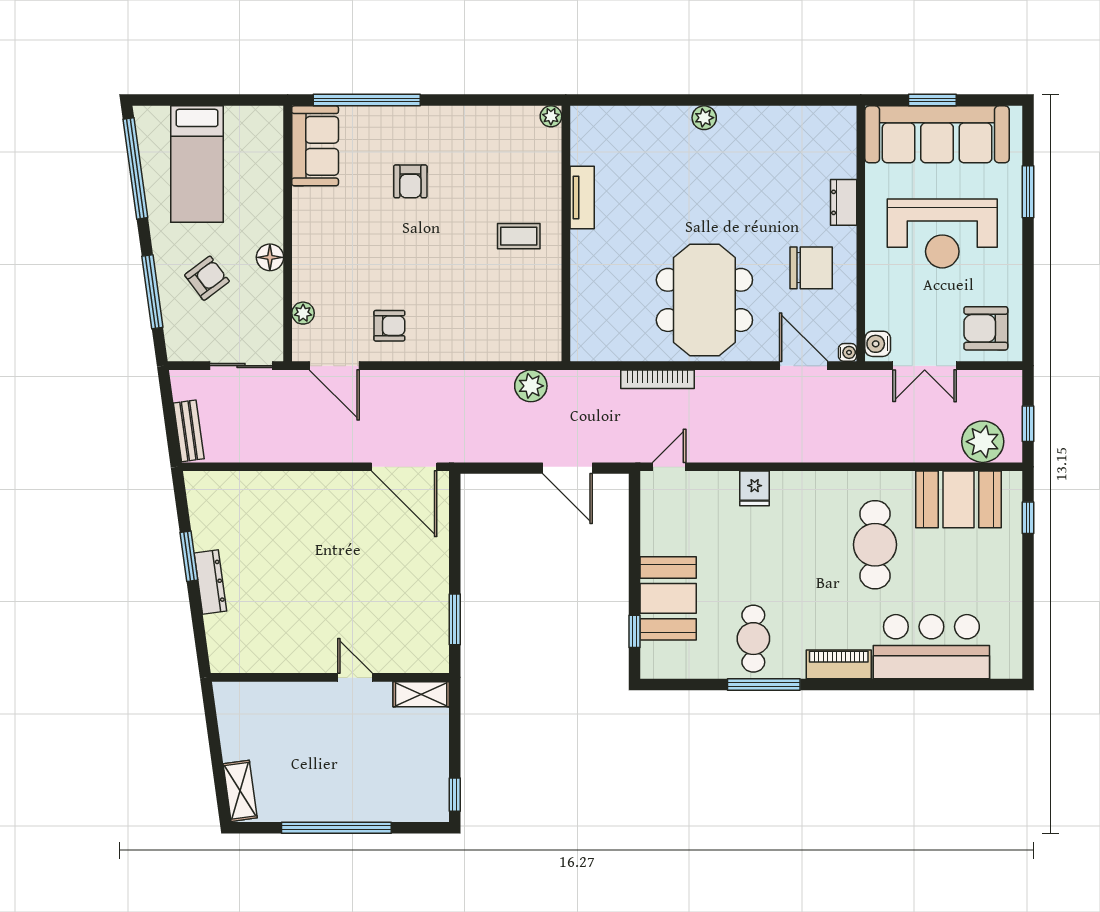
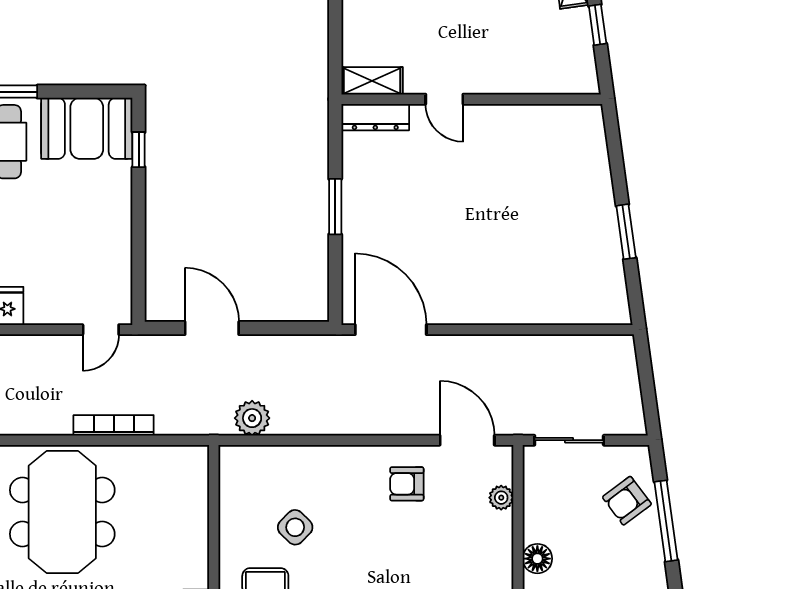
armchair: (207, 278) -> (627, 501), moved
side table: (491, 286) -> (295, 527), added
bench: (189, 431) -> (626, 369), removed
dresser: (210, 582) -> (375, 117), moved, turned -82
booth: (668, 598) -> (87, 128), moved, turned 90
window: (455, 619) -> (335, 207), moved
window: (215, 746) -> (598, 25), added

